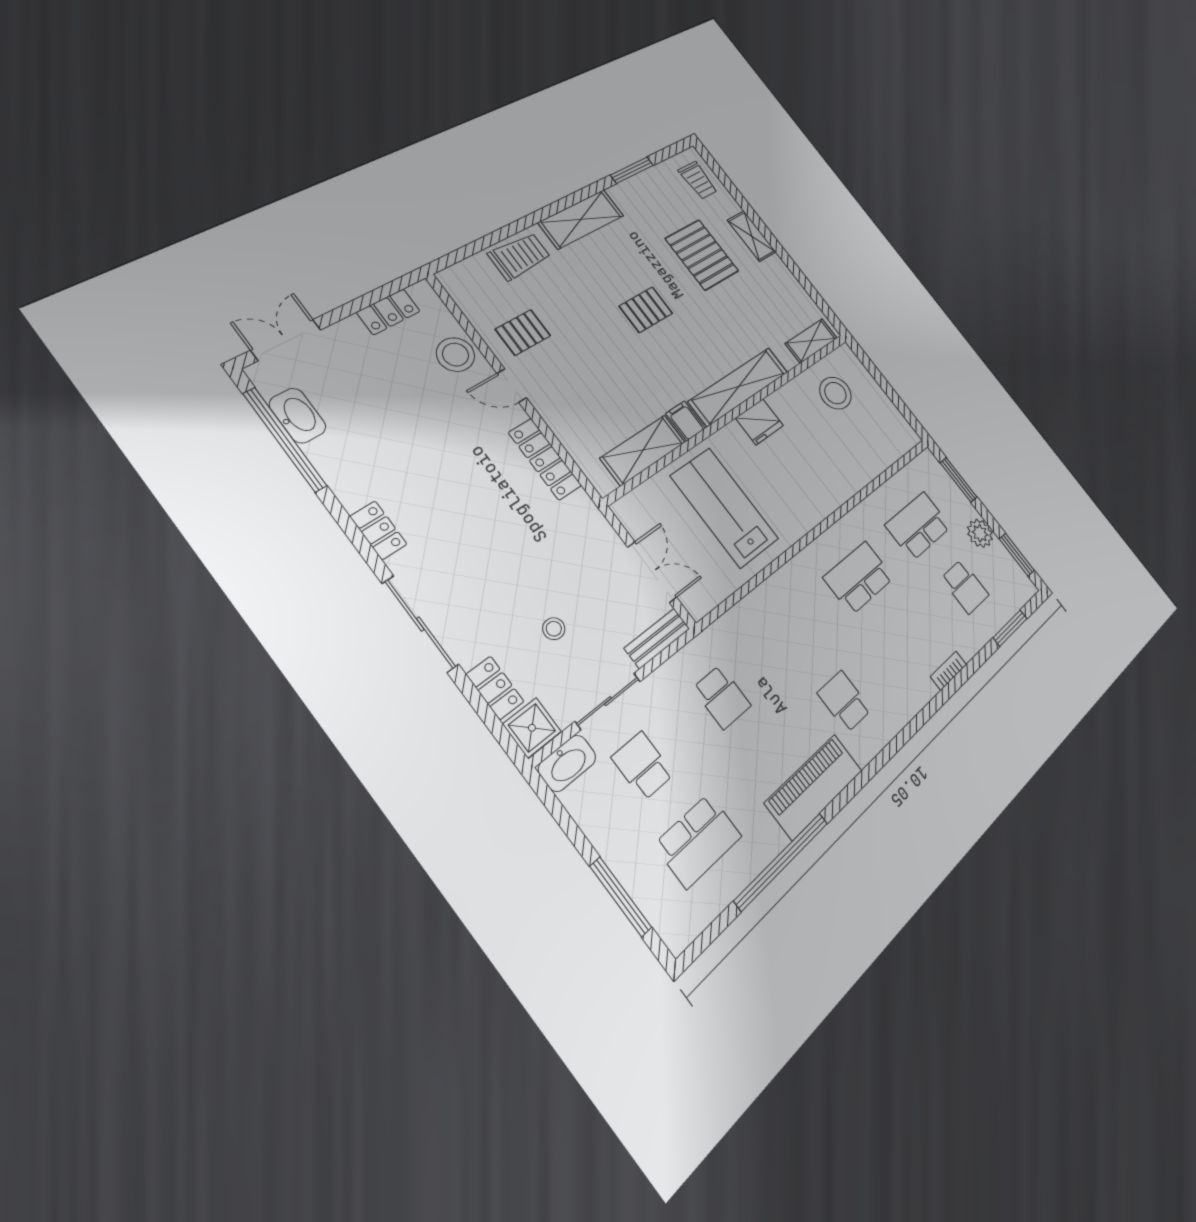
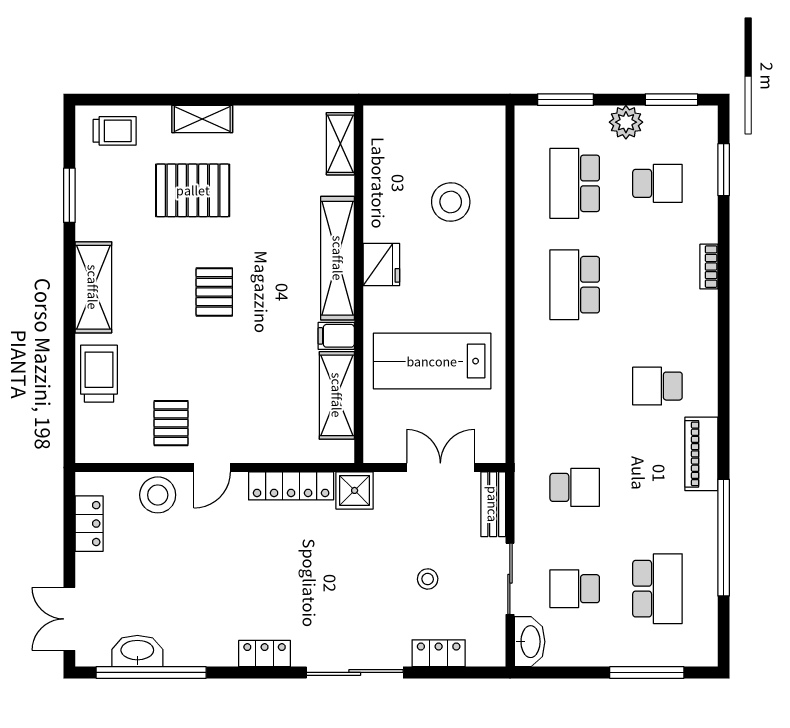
stool: (835, 393) -> (451, 202), moved
shower: (532, 728) -> (355, 490), moved
piano: (814, 787) -> (701, 454), width x0.73, depth x0.75

